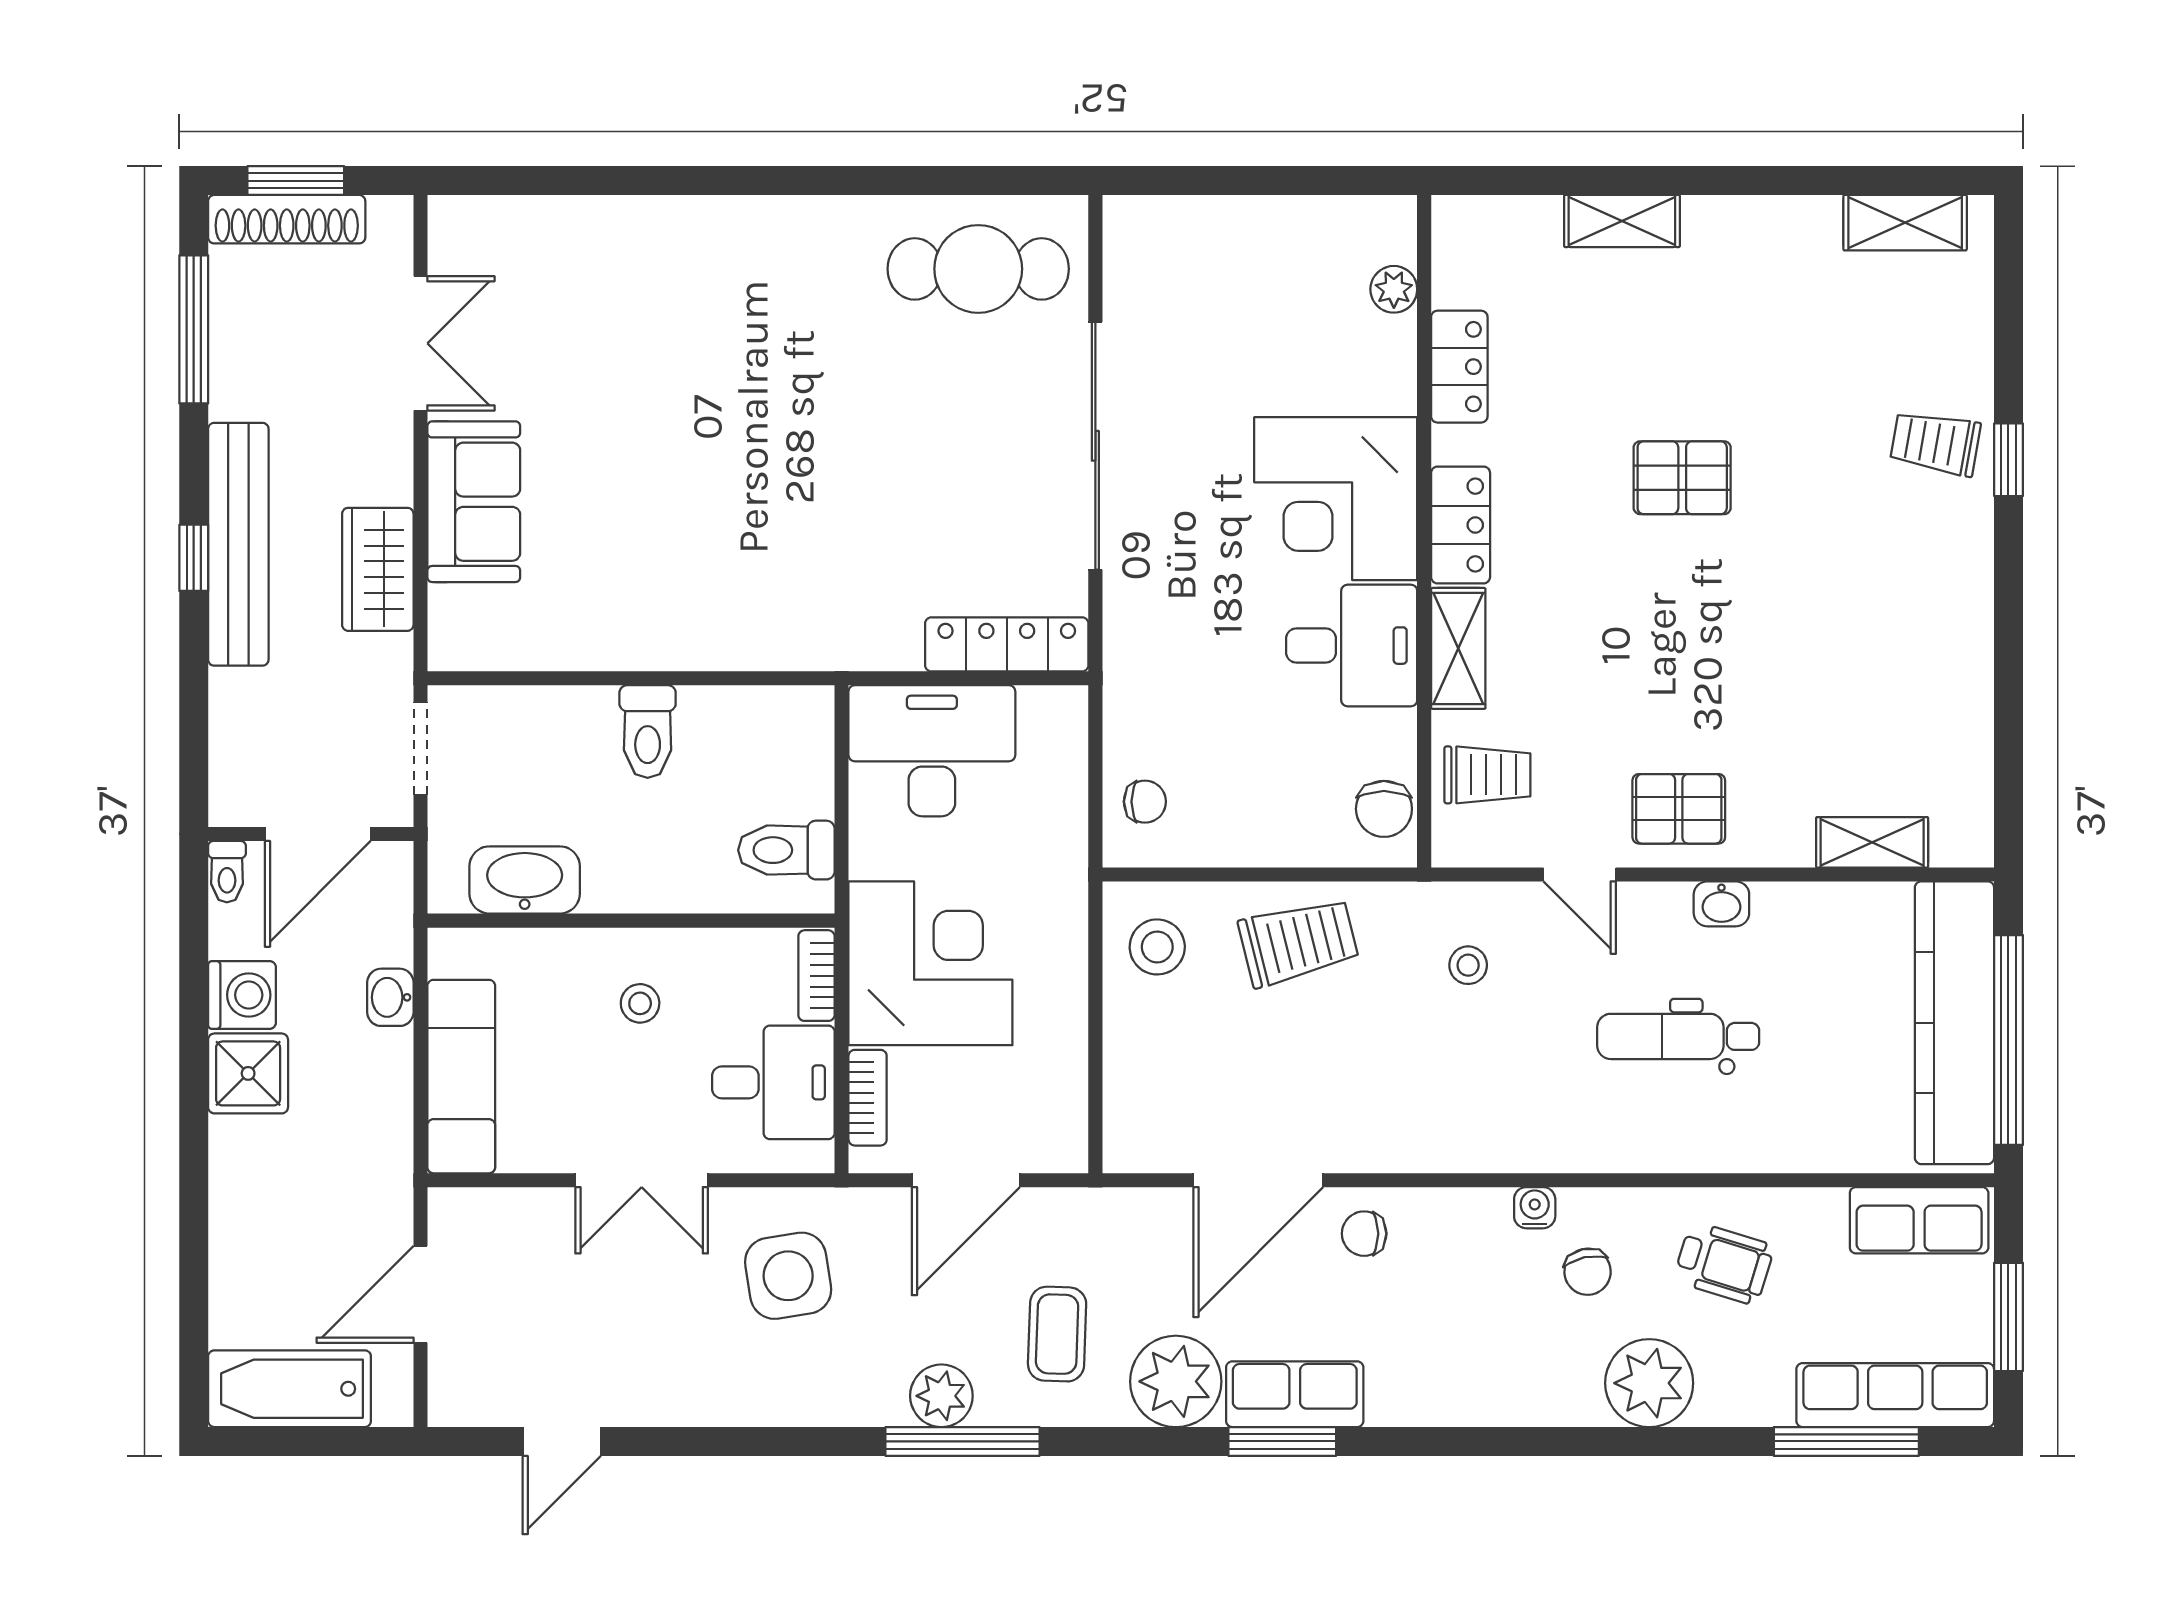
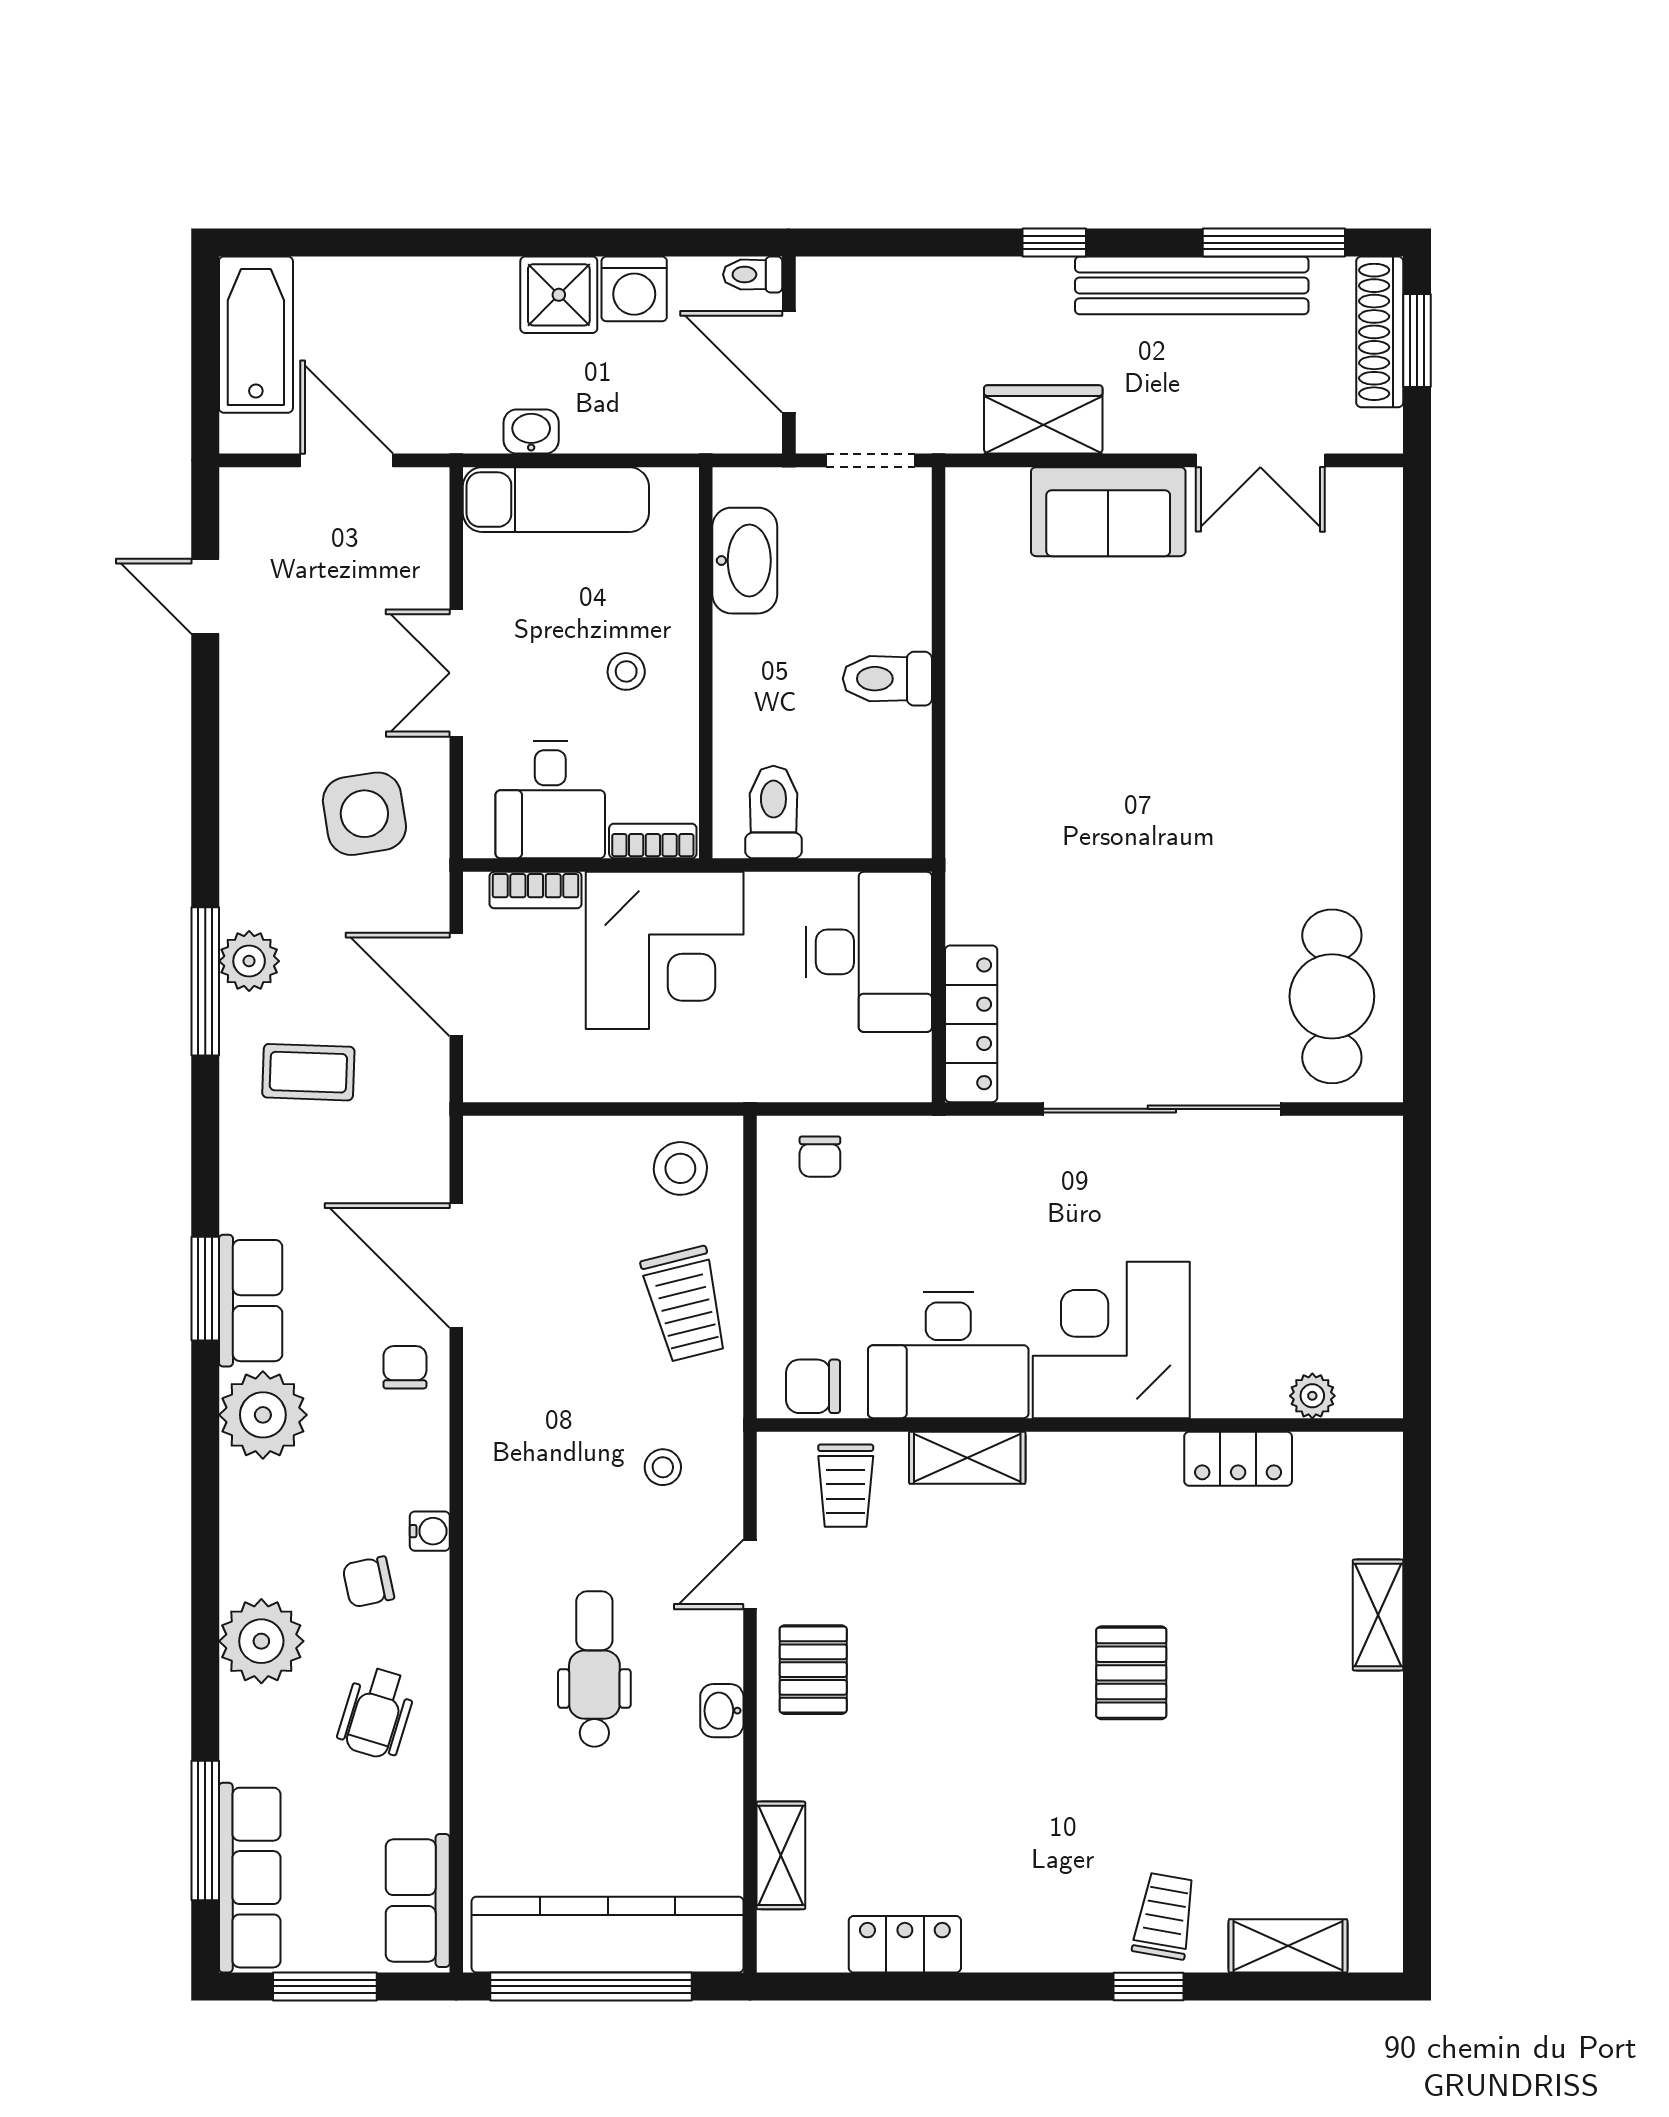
shelving: (1905, 223) -> (1288, 1946), moved, turned 90
locker: (1461, 525) -> (905, 1944), moved, turned 180
bench: (238, 544) -> (1192, 285), moved
desk: (1352, 646) -> (948, 1355), width x1.37
washbasin: (390, 997) -> (531, 432), moved
plant: (1176, 1381) -> (263, 1415), moved

